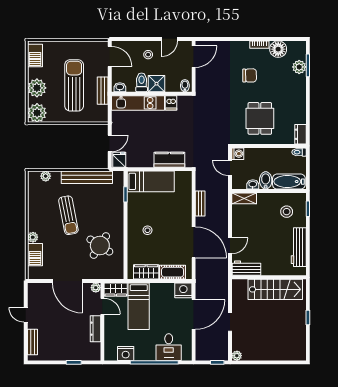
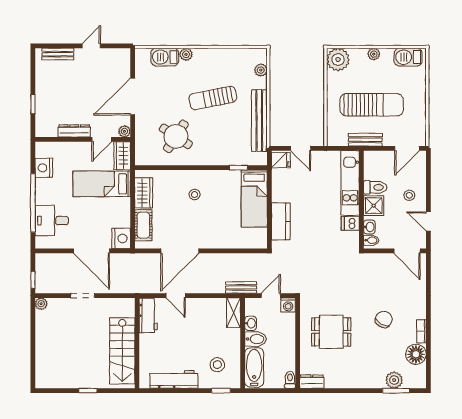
chair: (250, 75) -> (384, 319), turned -149
washbasin: (120, 87) -> (369, 227), moved
plant: (37, 88) -> (374, 54), width x0.53, depth x0.53
bench: (200, 203) -> (241, 287), moved

